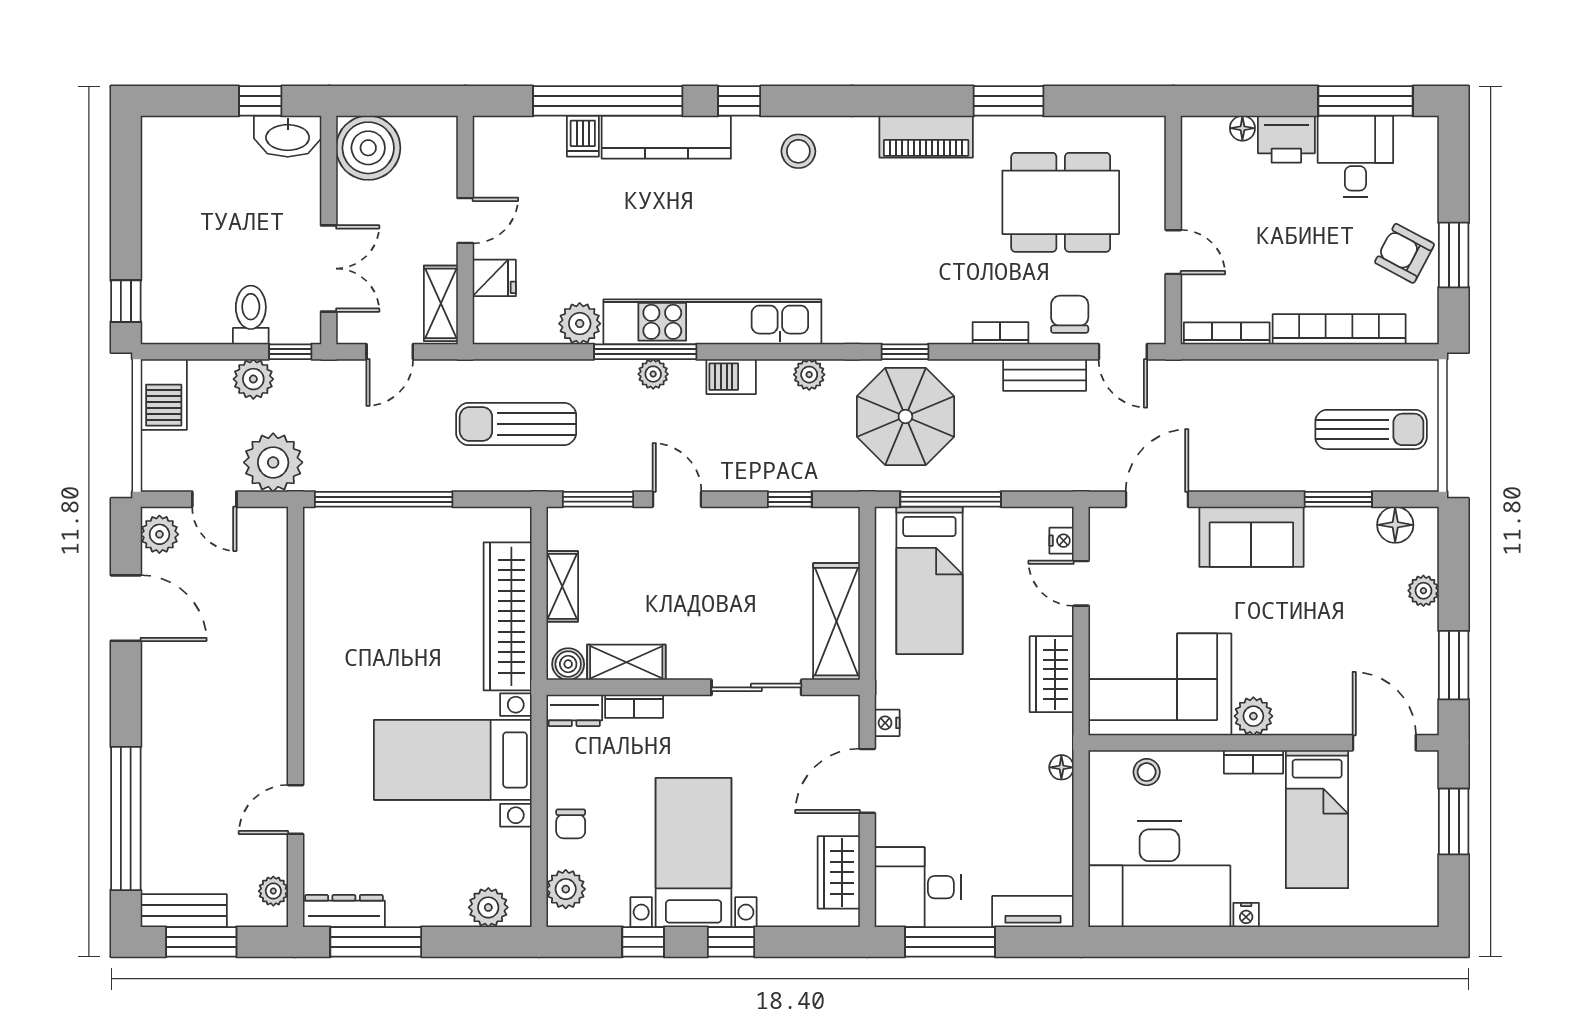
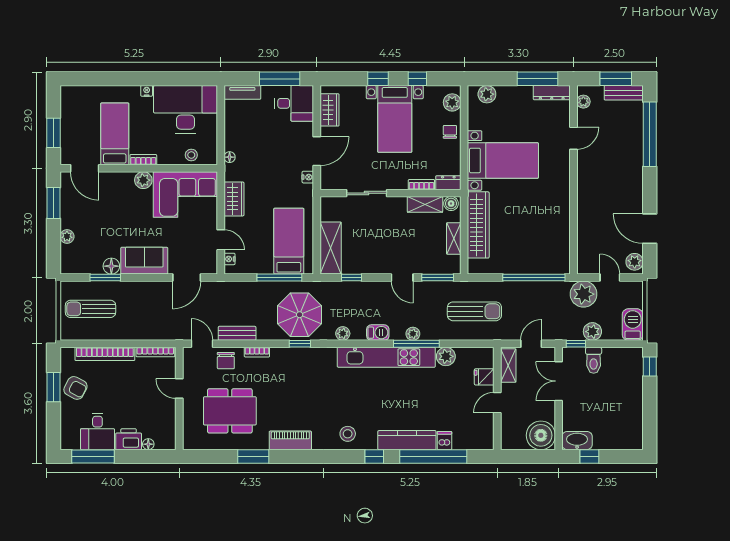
floor lamp: (1395, 525) -> (111, 266), moved
shelving: (836, 622) -> (331, 248), moved

